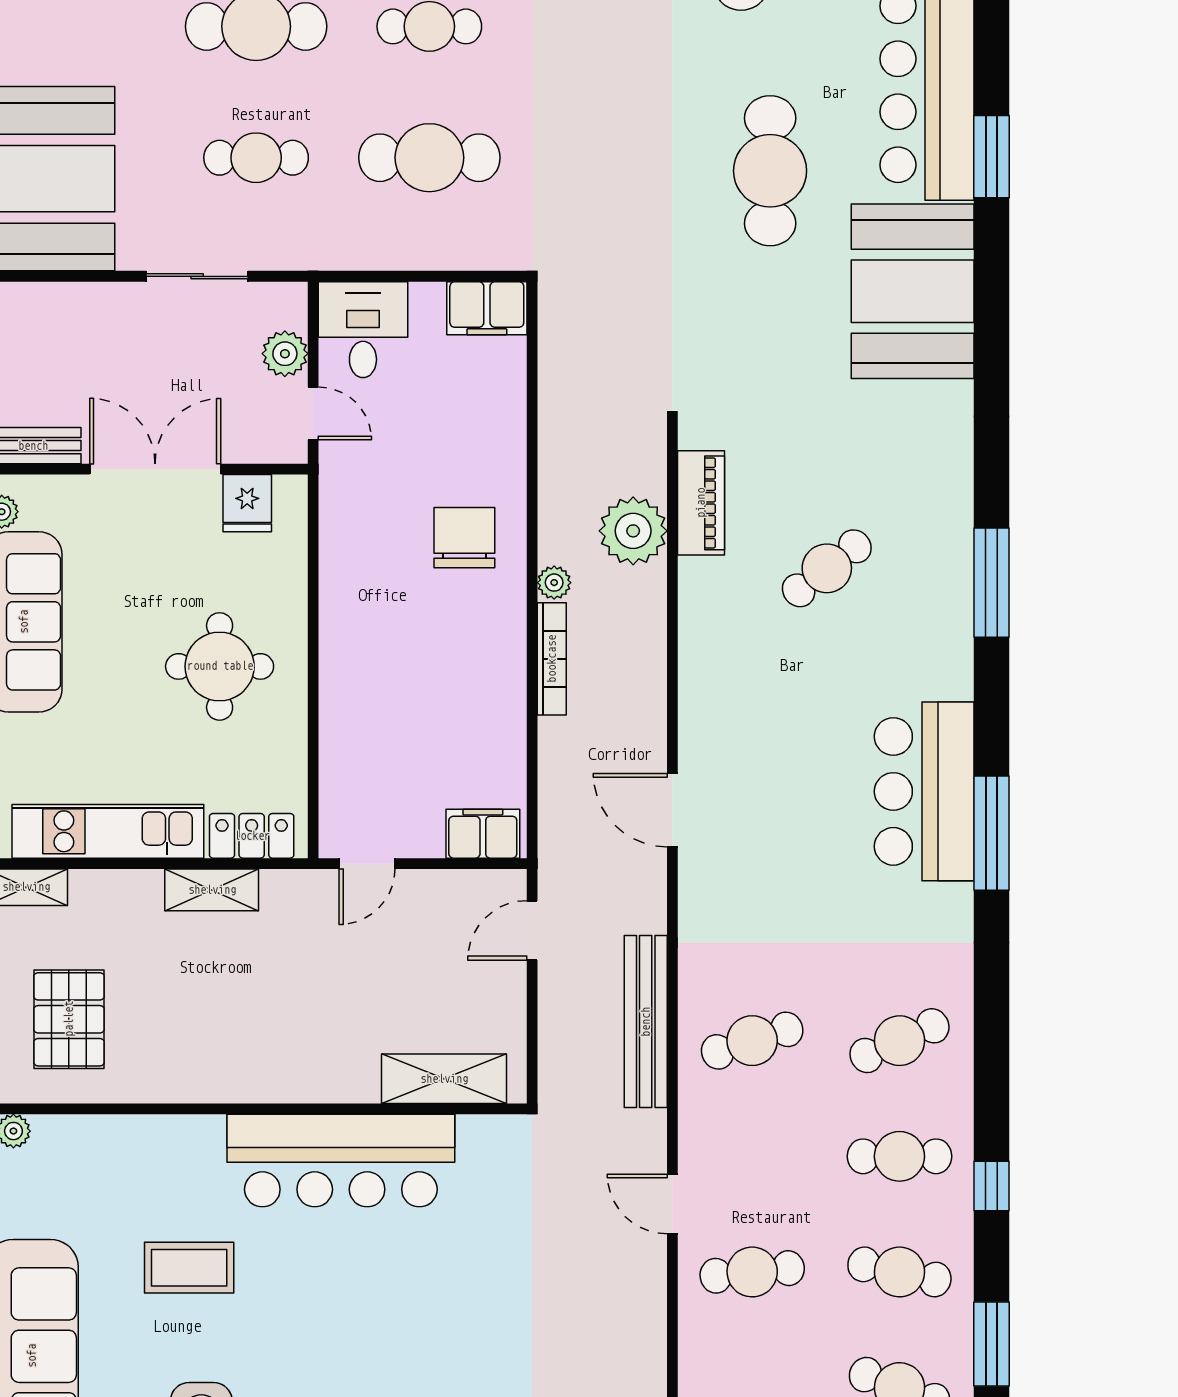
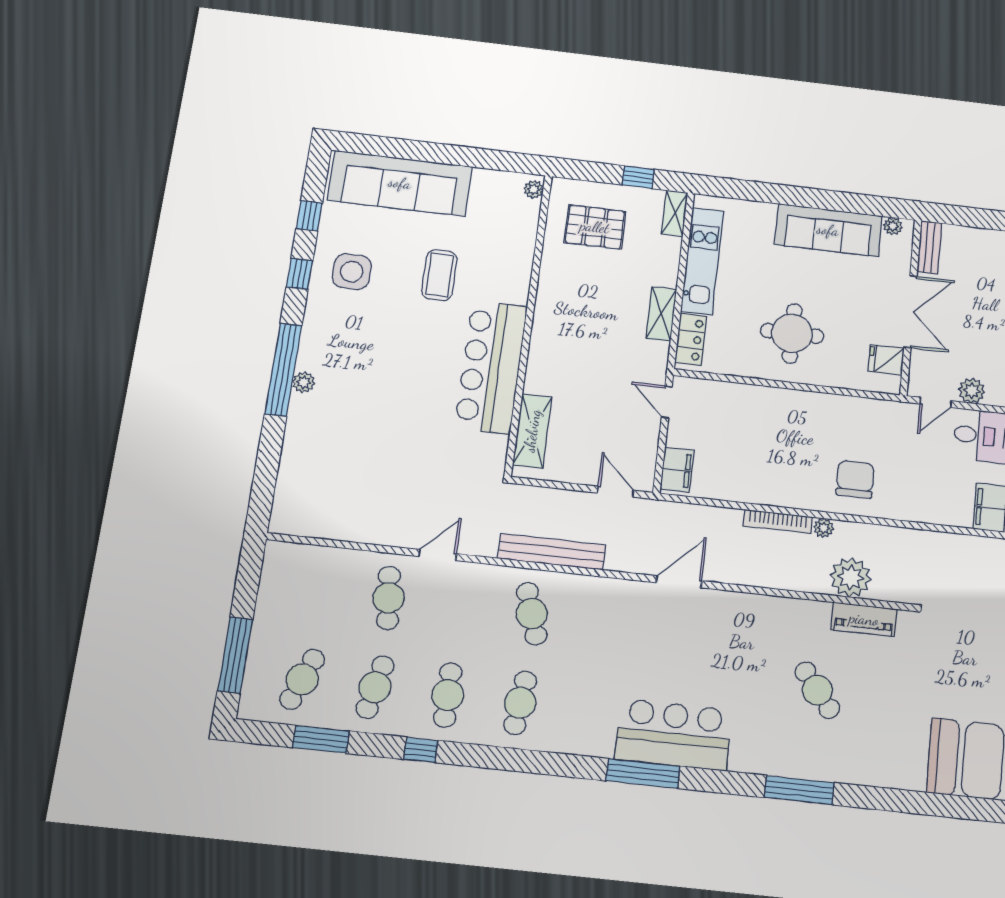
chair: (464, 538) -> (855, 479), turned -90
cafe table: (899, 1041) -> (520, 703), turned 30

